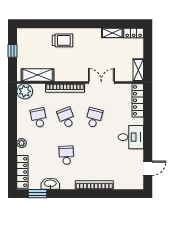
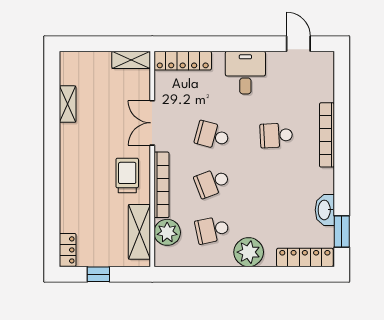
locker: (134, 33) -> (68, 250), moved
trolley: (62, 40) -> (127, 175), moved
plant: (25, 91) -> (167, 232), moved
plant: (22, 143) -> (249, 252), width x1.88, depth x1.88
school desk: (66, 155) -> (276, 135), moved

